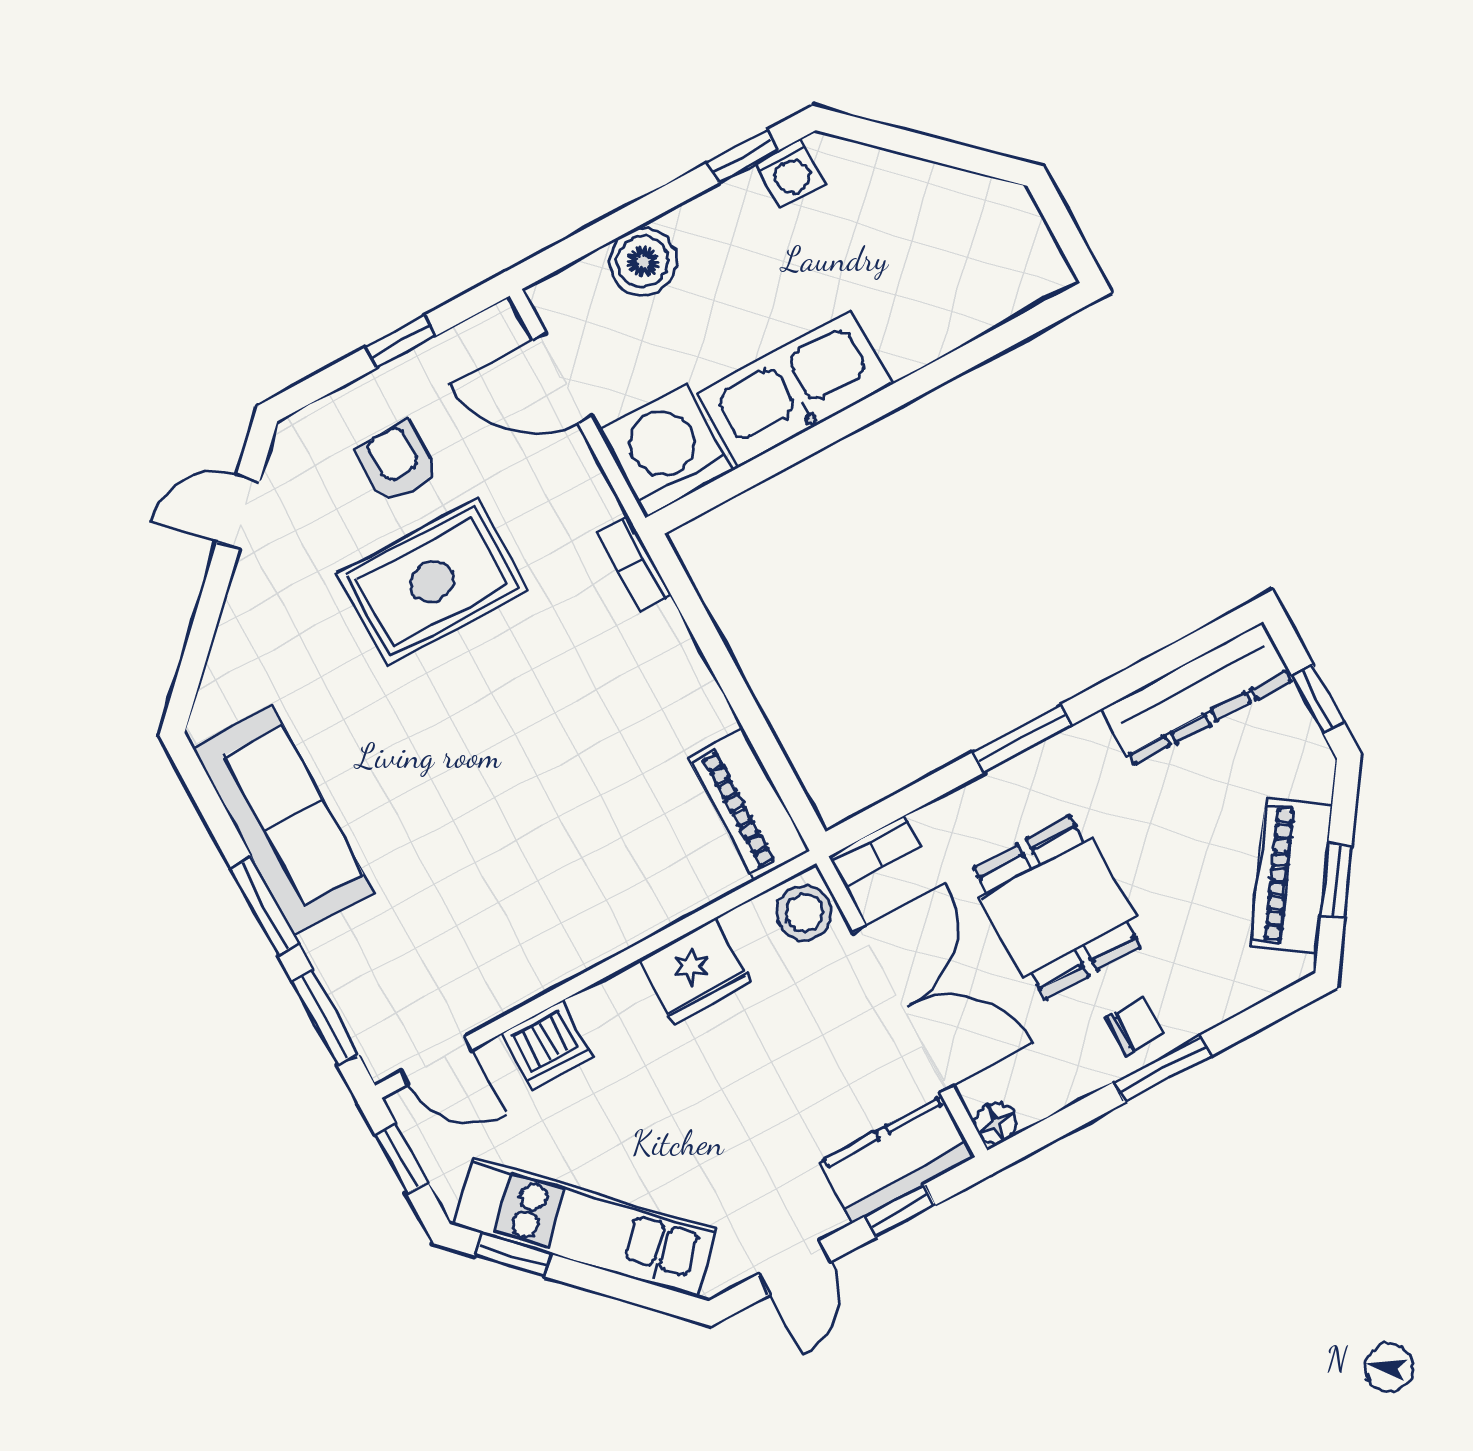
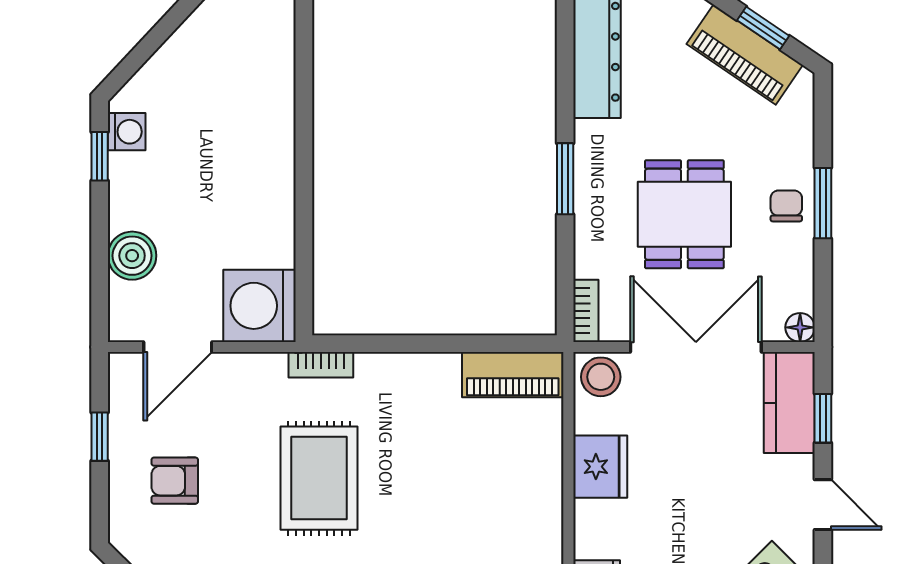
kitchen sink: (795, 389) -> (265, 203), removed
rug: (432, 582) -> (319, 478), moved
dining table: (1057, 908) -> (684, 214), turned 90

